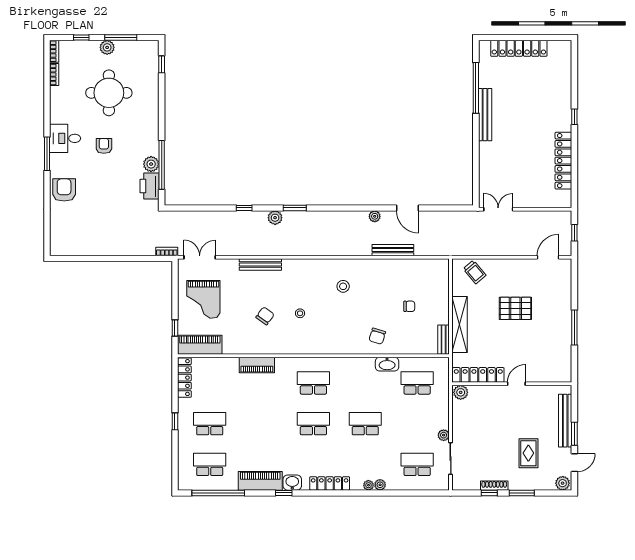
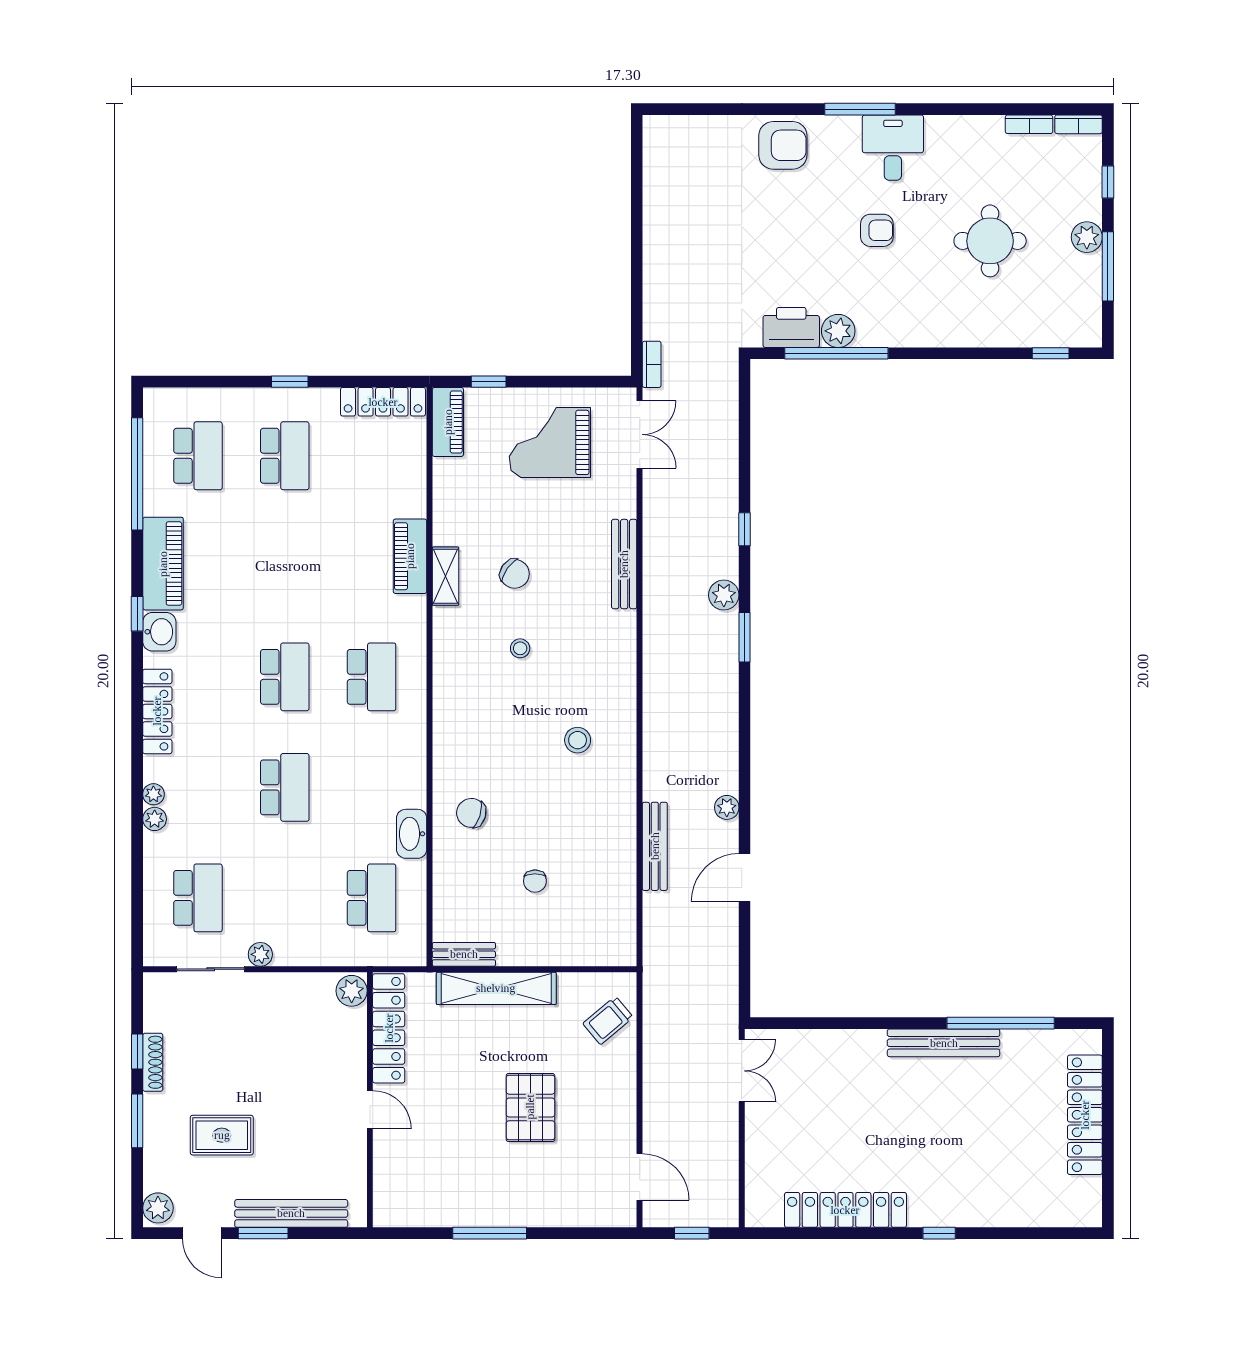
round table: (109, 93) -> (990, 241), width x0.73, depth x0.73
piano: (200, 345) -> (448, 422), width x0.73, depth x0.75
shelving: (266, 348) -> (445, 576), added

